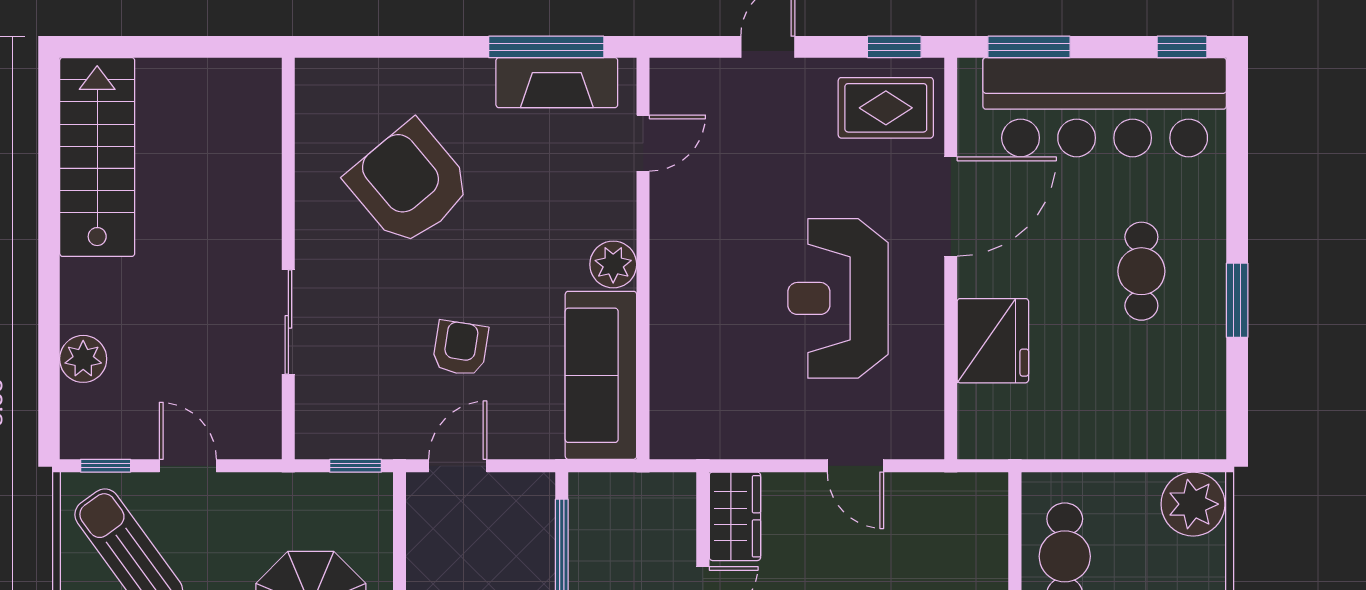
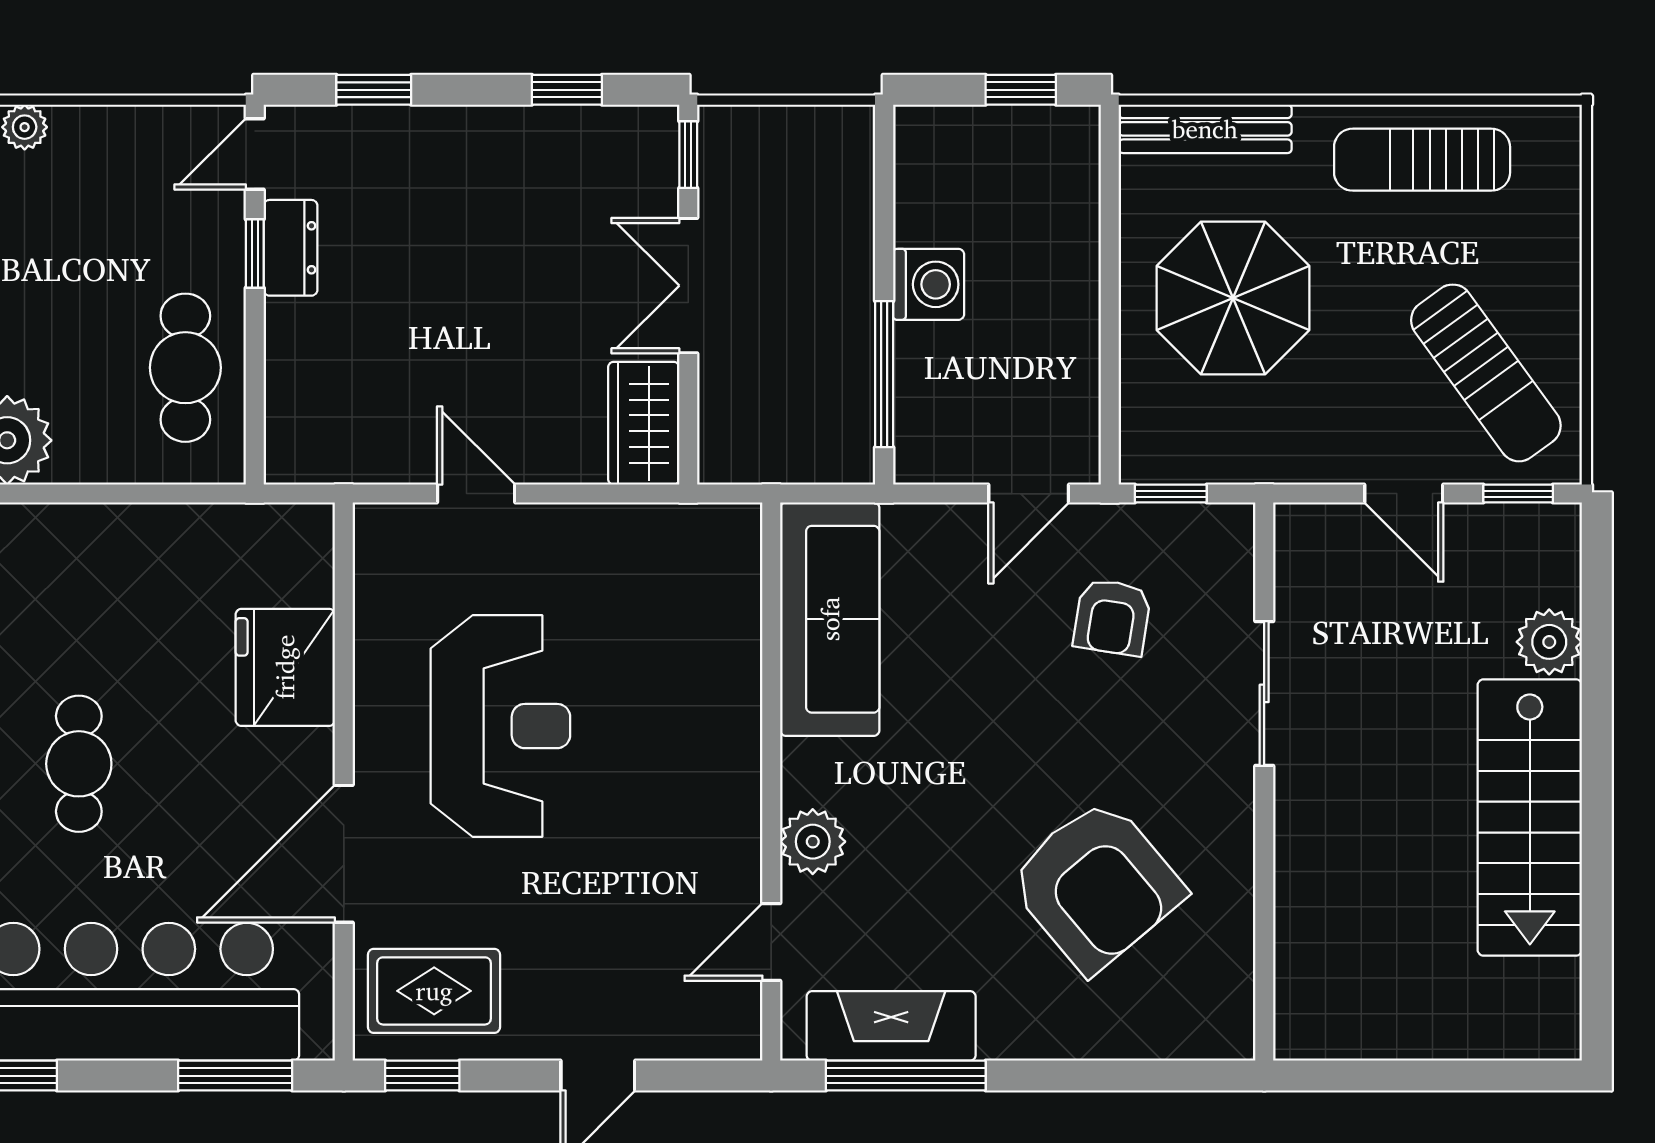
stairs: (97, 157) -> (1530, 818), moved
plant: (613, 264) -> (813, 842), moved
armchair: (460, 348) -> (1112, 617), moved

